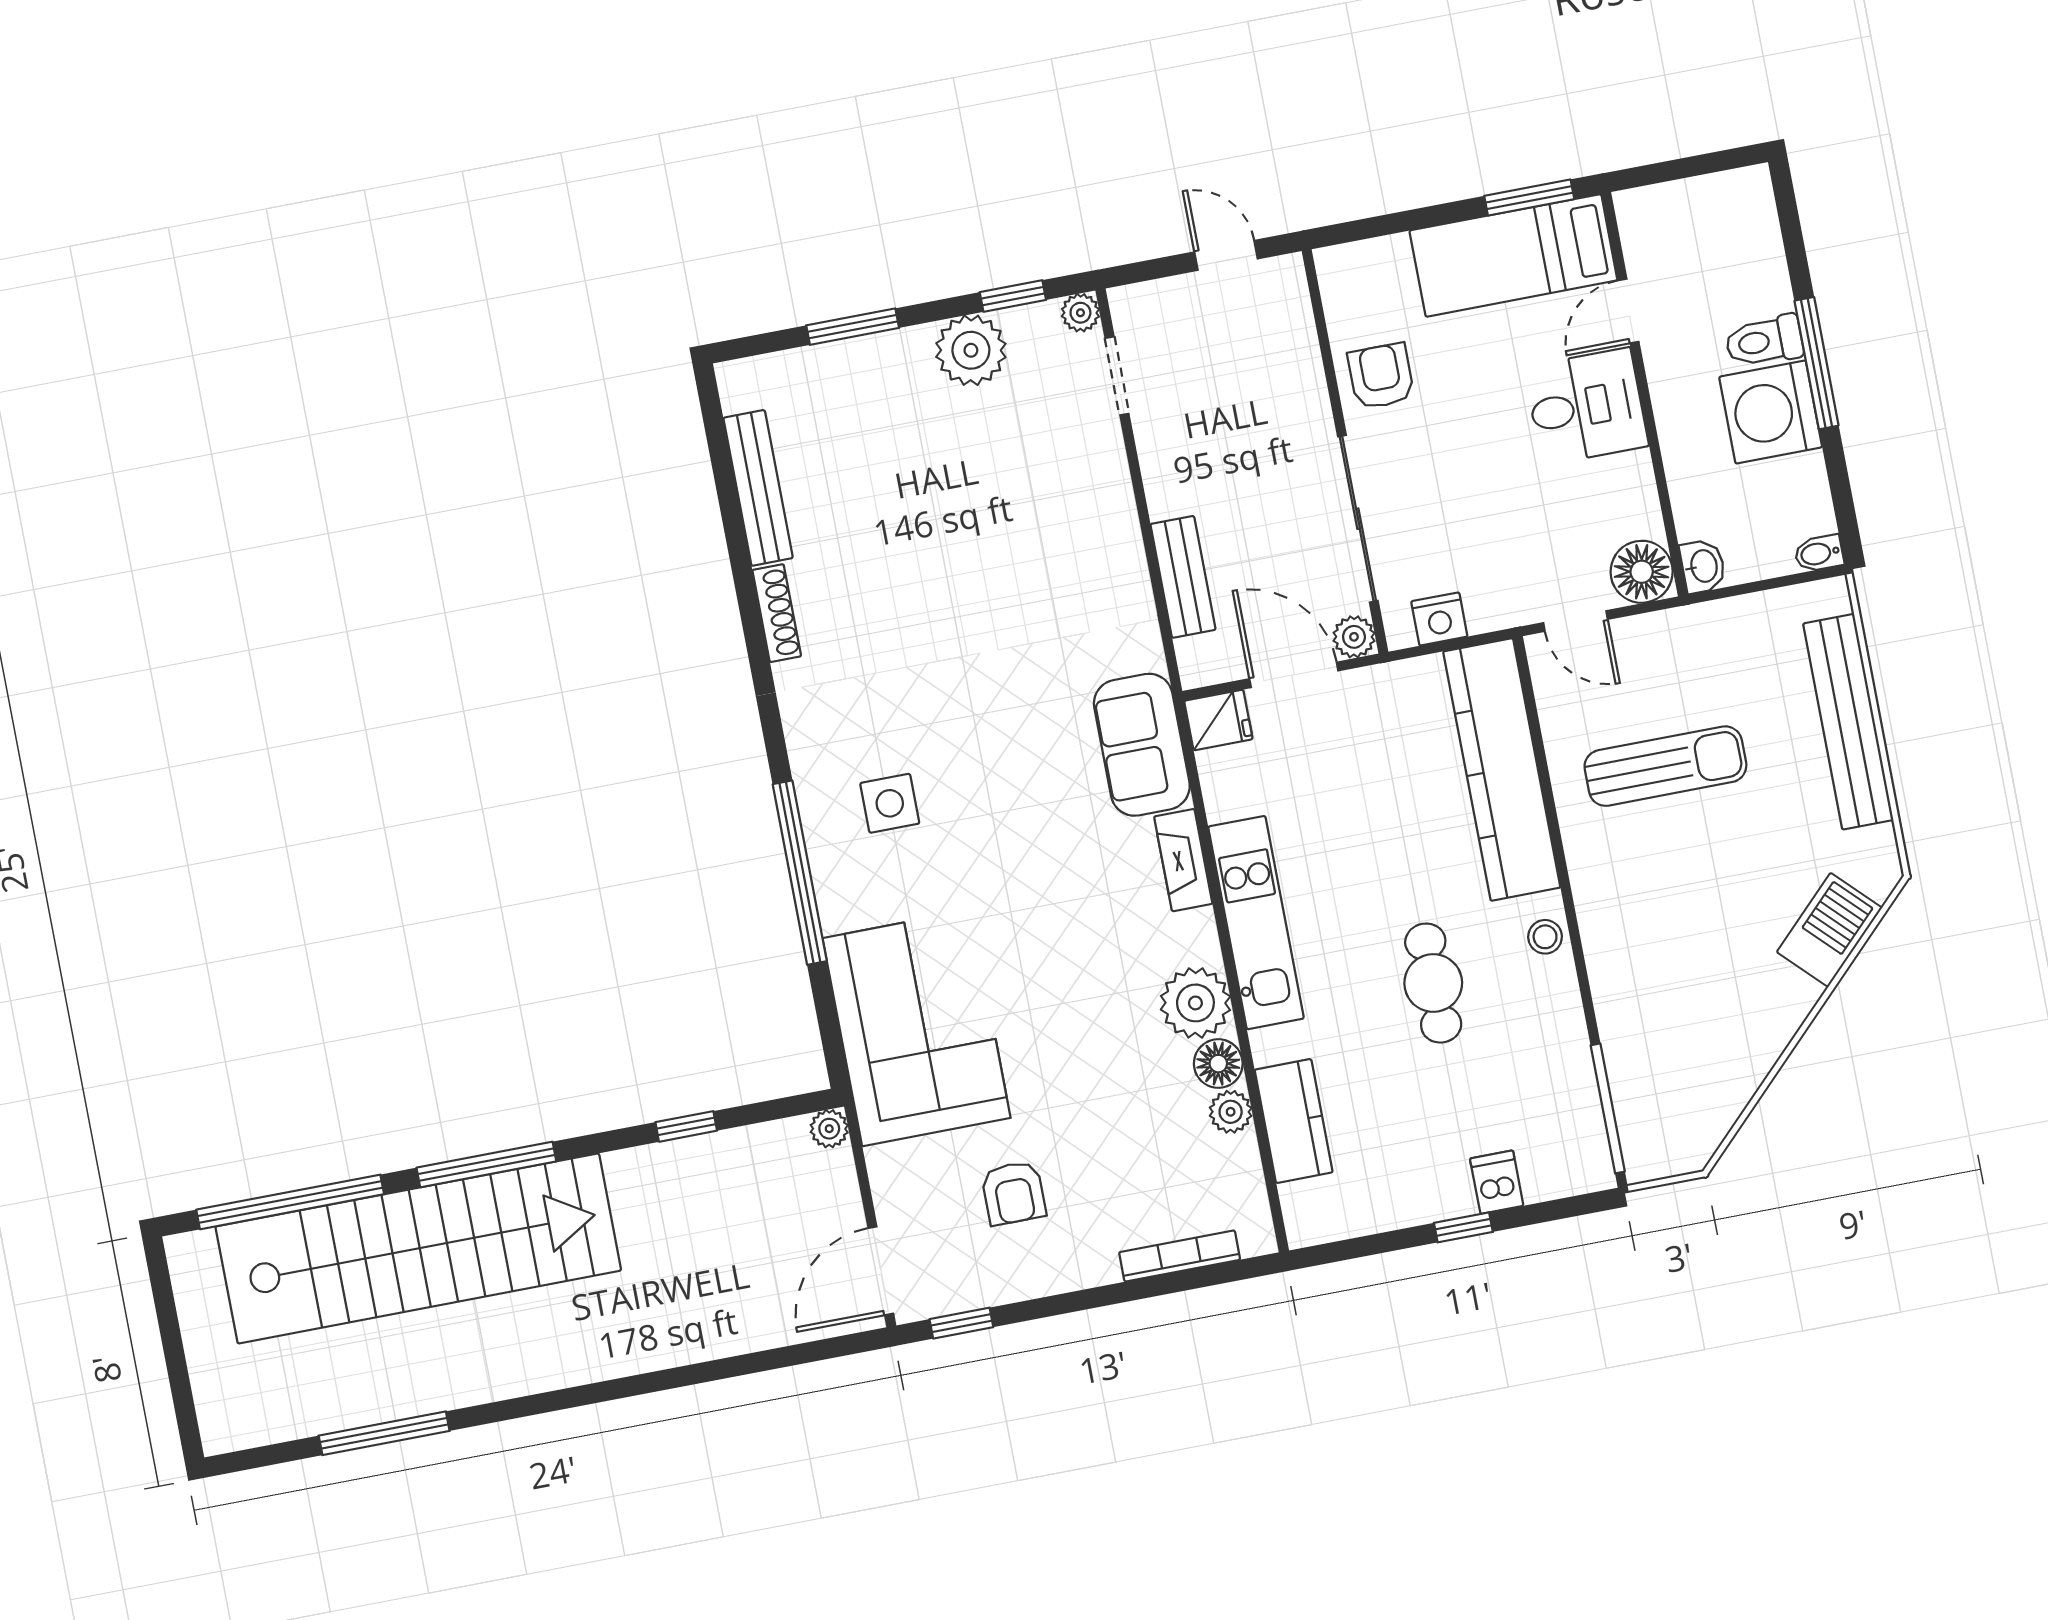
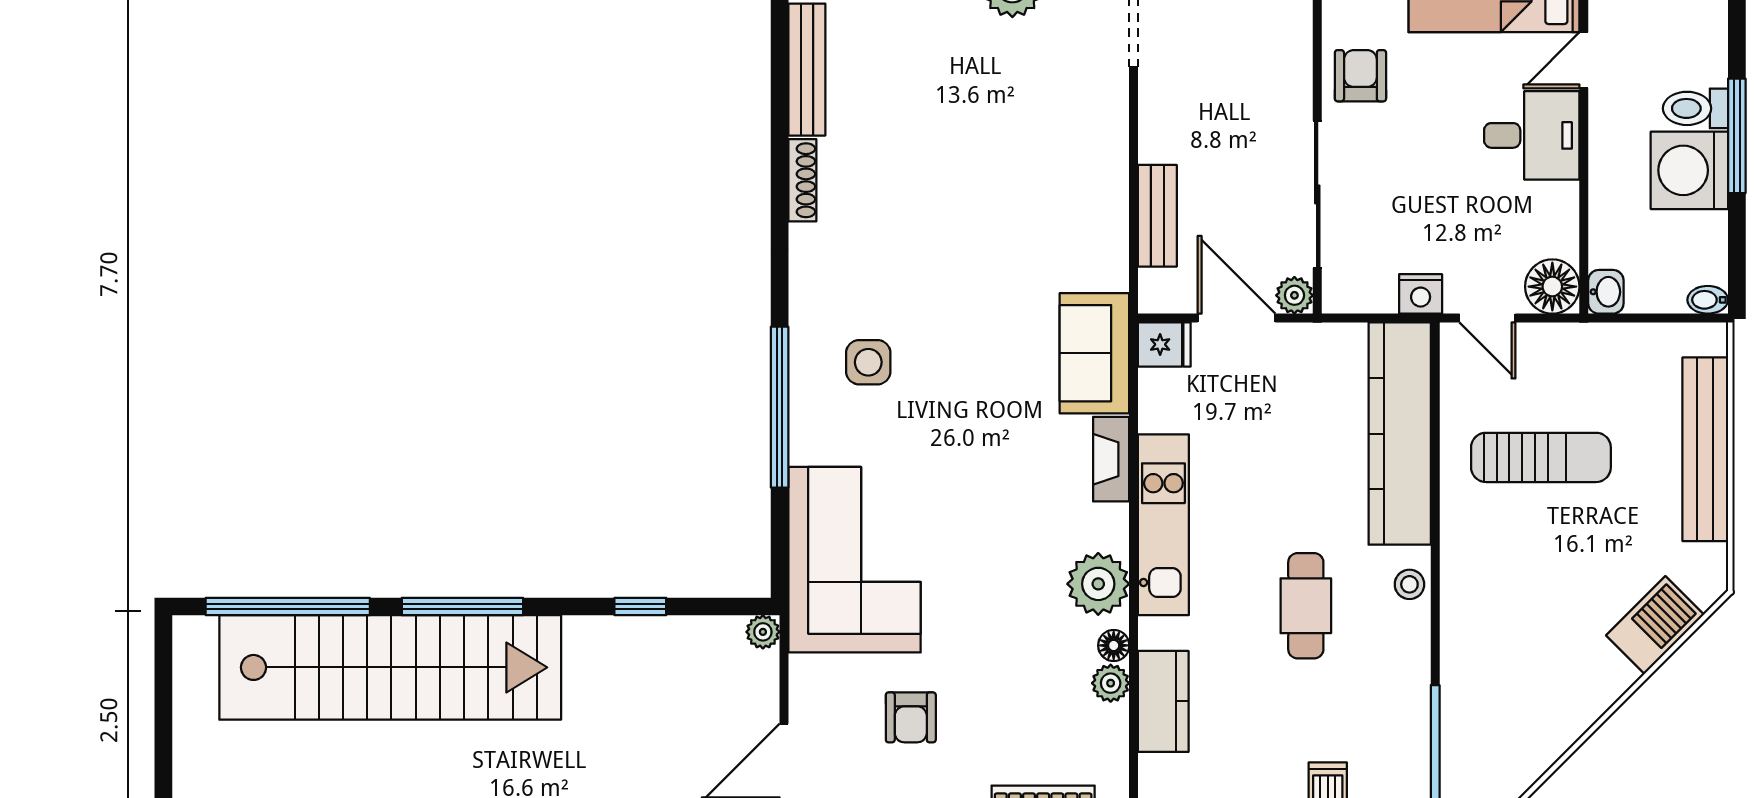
nightstand: (1439, 619) -> (1421, 294), moved
floor lamp: (1218, 1064) -> (1114, 645), width x0.73, depth x0.73

